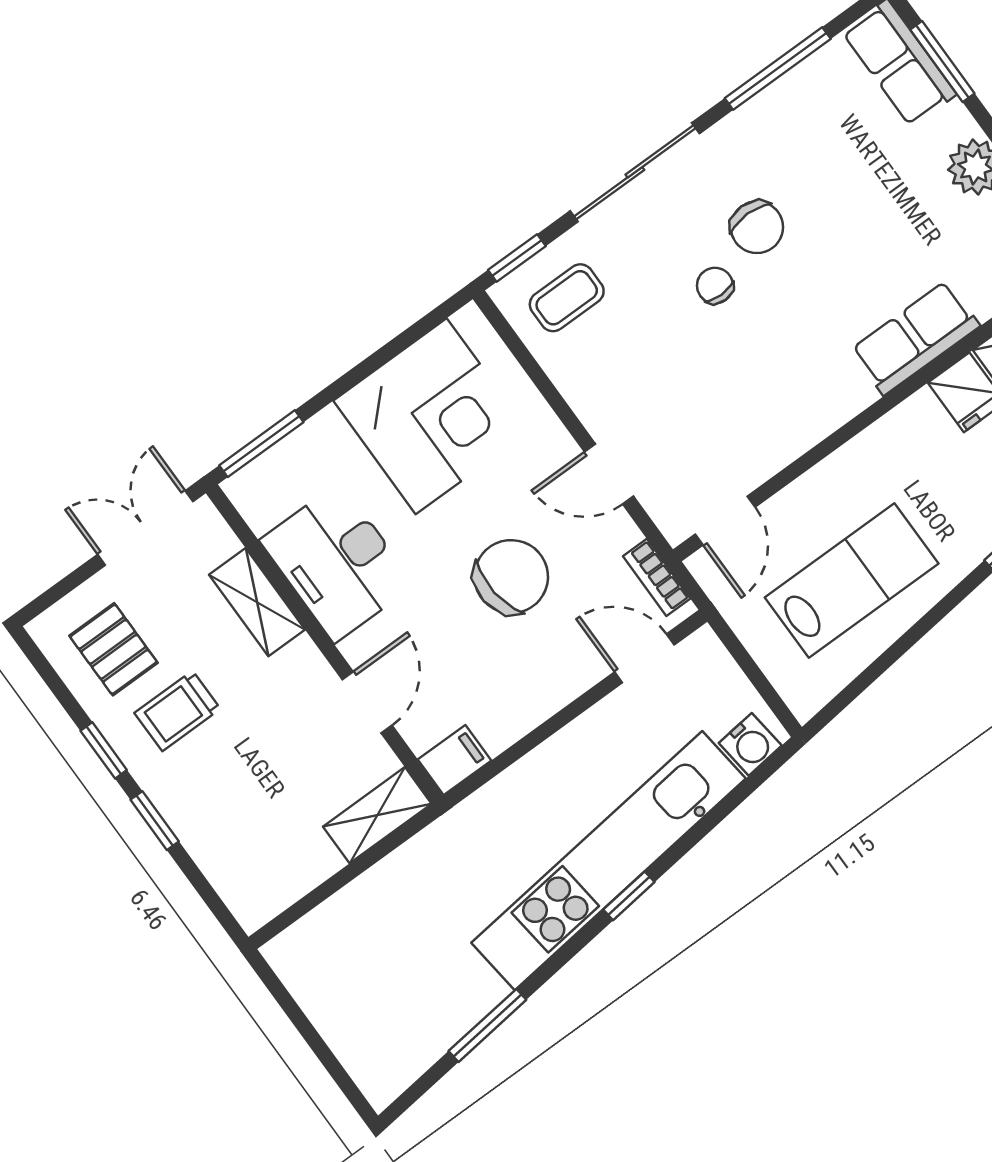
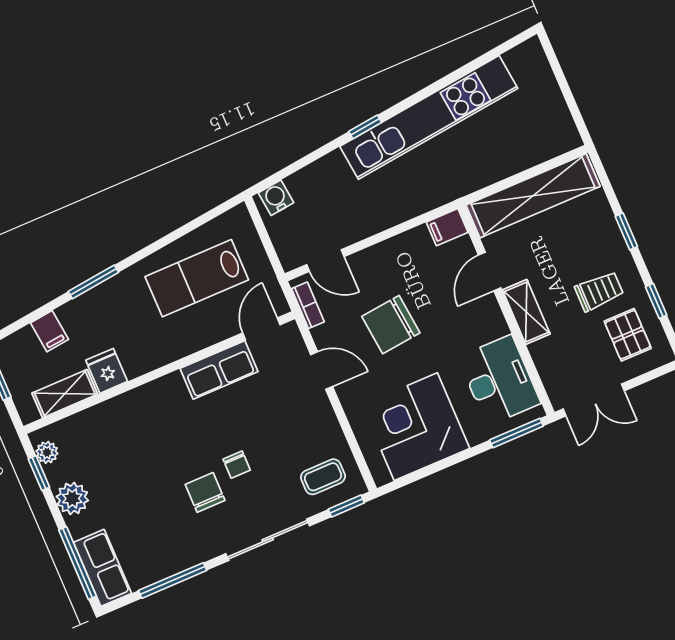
window: (942, 62) -> (78, 563), width x1.44
row of seats: (915, 338) -> (219, 370), moved
desk: (337, 562) -> (499, 380), moved
shelving: (257, 602) -> (526, 312), moved
window: (104, 750) -> (656, 301), moved
shelving: (377, 815) -> (533, 196), width x2.20, depth x1.33
kitchen unit: (608, 861) -> (429, 117), moved
window: (487, 1025) -> (463, 71), removed

